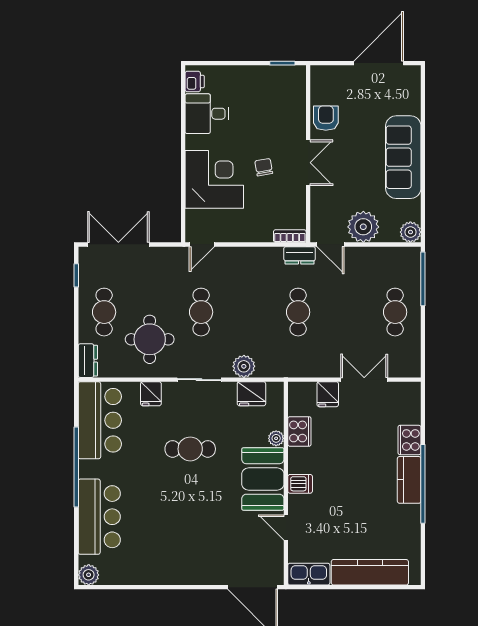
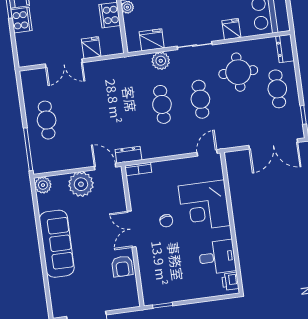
cafe table: (298, 312) -> (162, 104), moved

